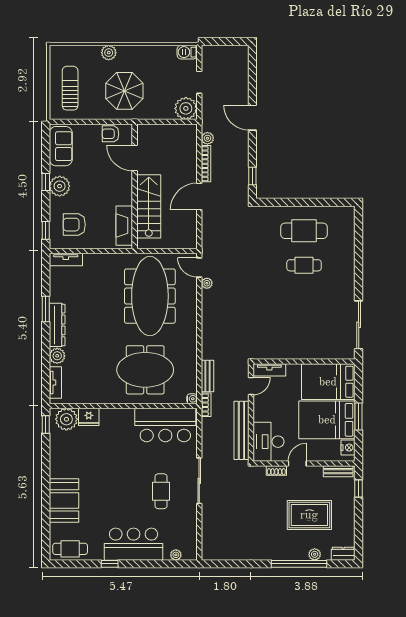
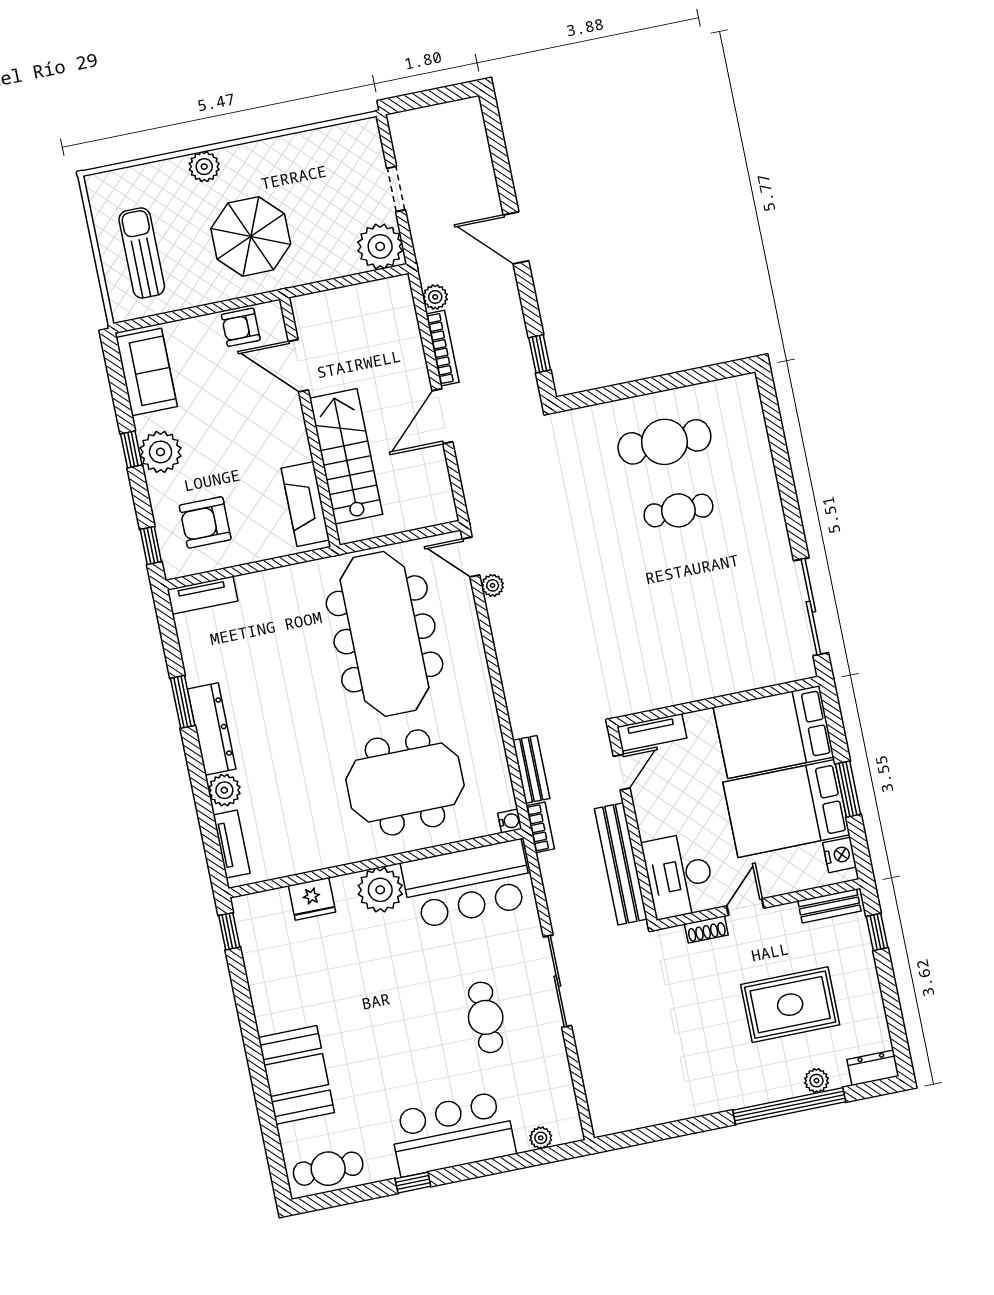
barbecue: (187, 52) -> (360, 134), removed
plant: (66, 419) -> (380, 890), moved

